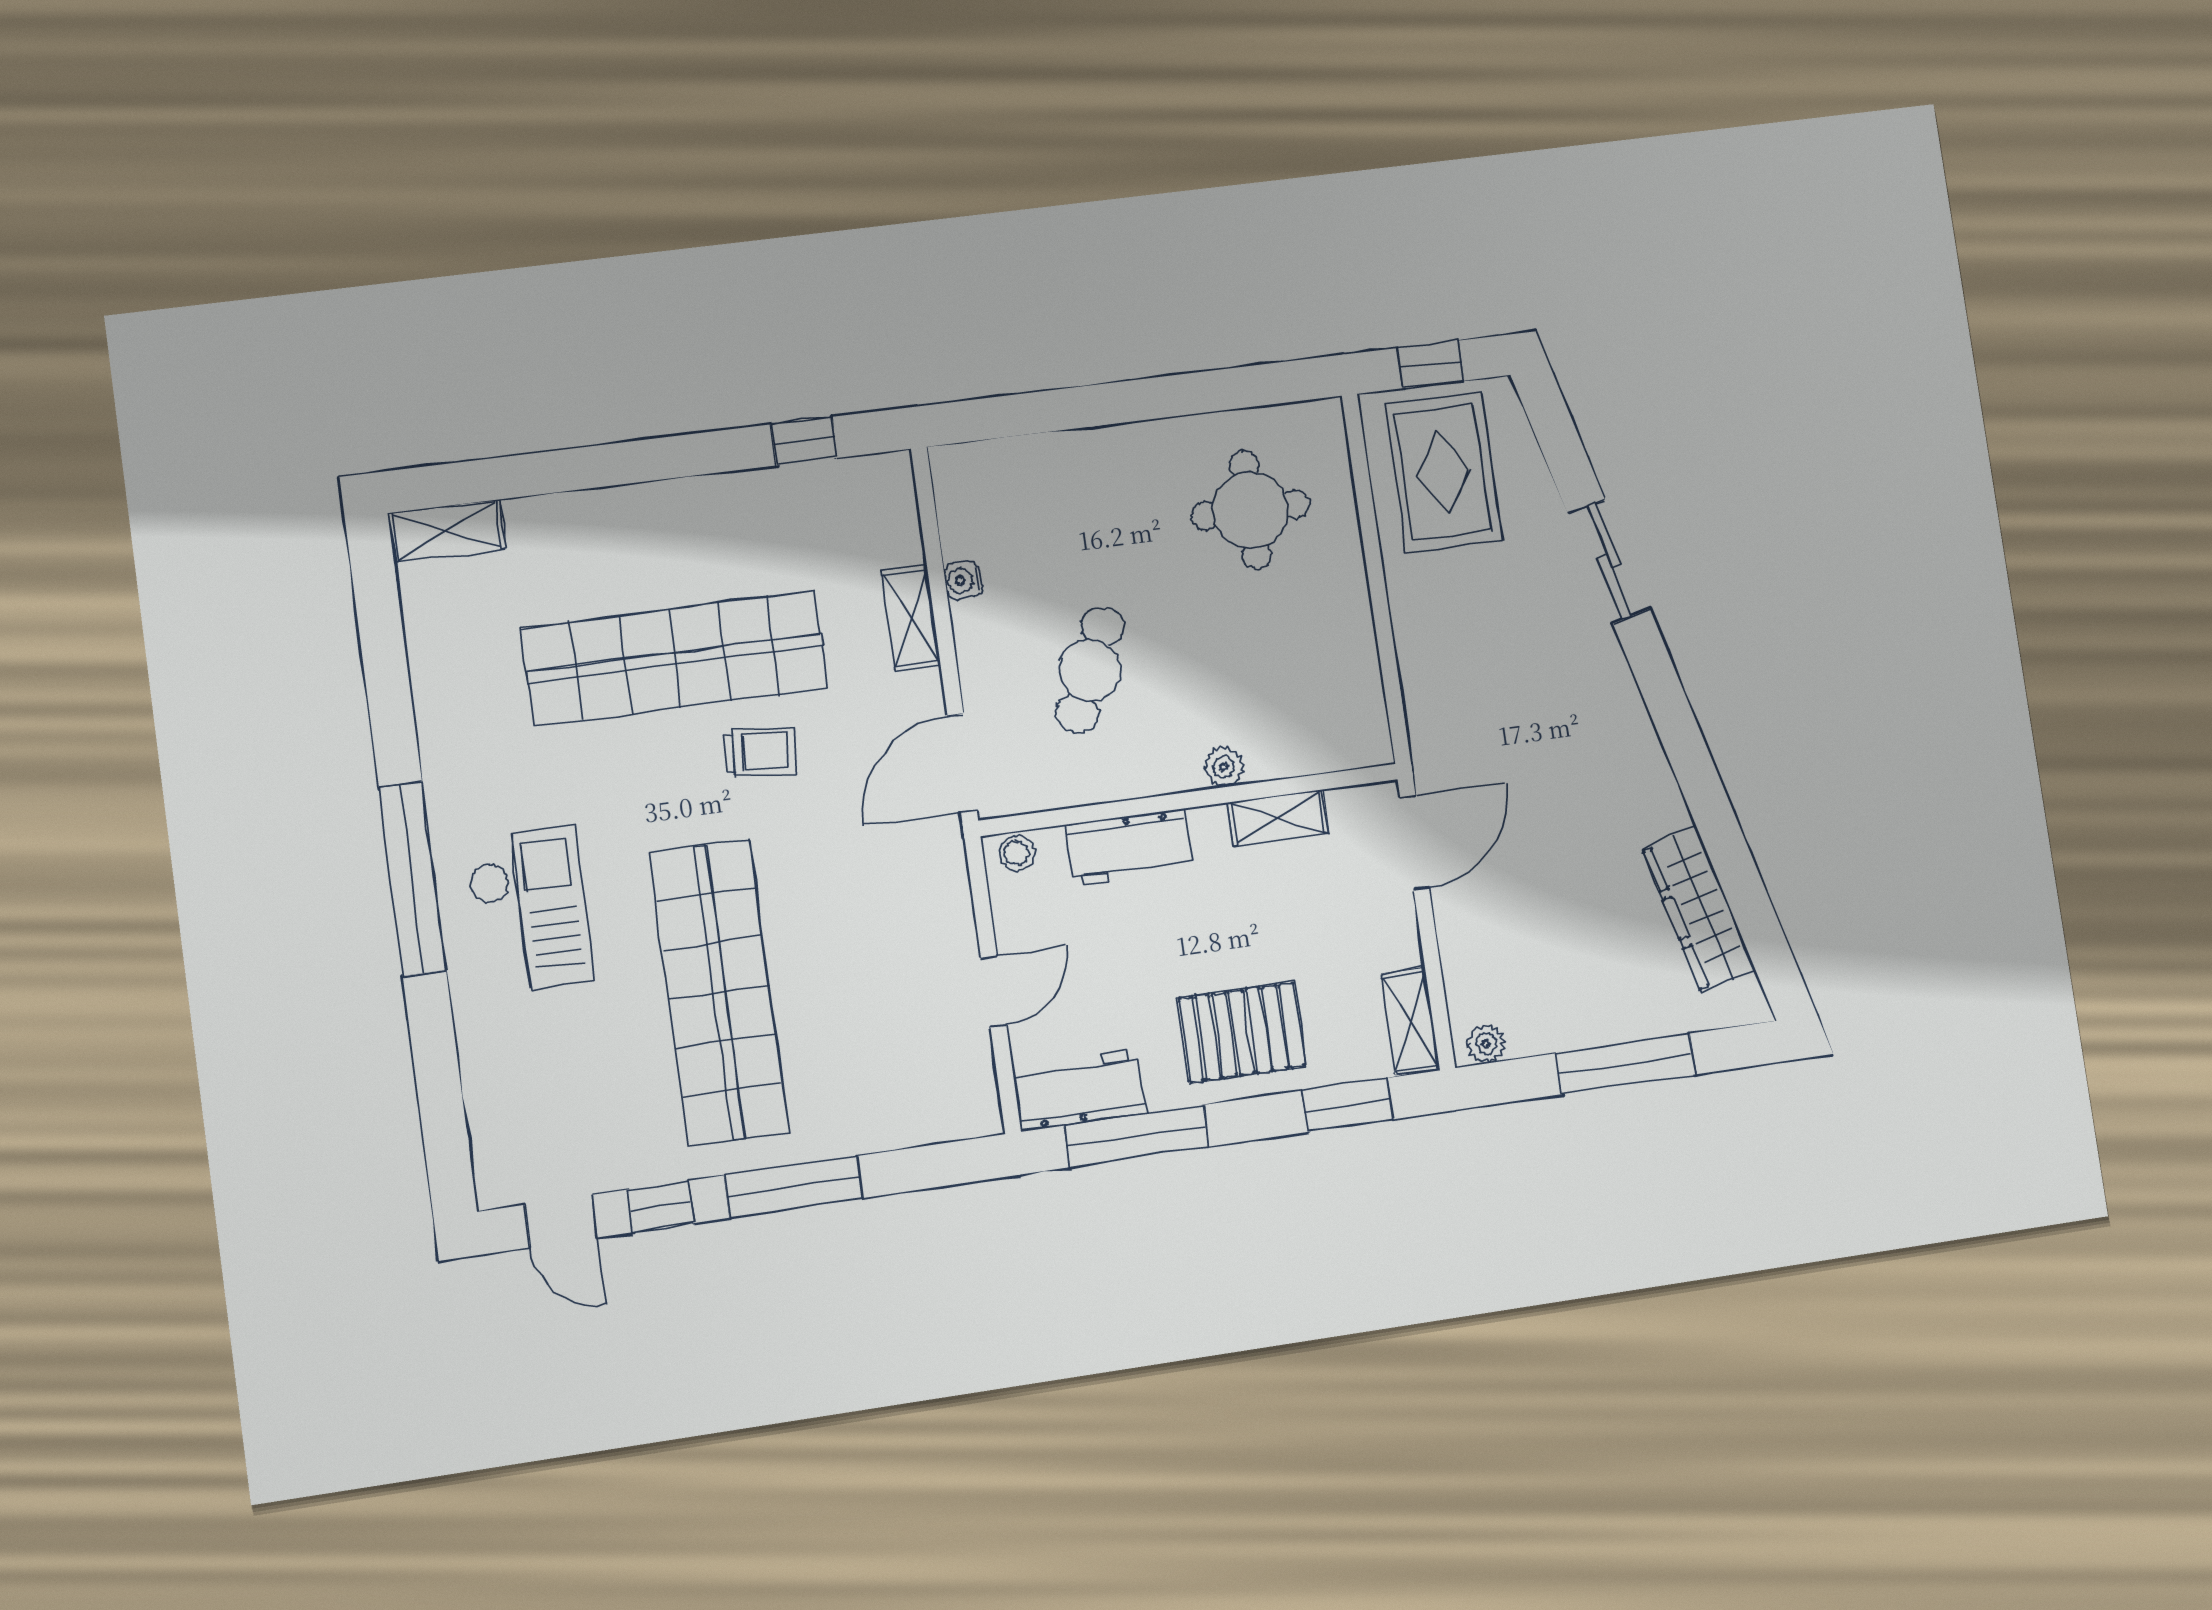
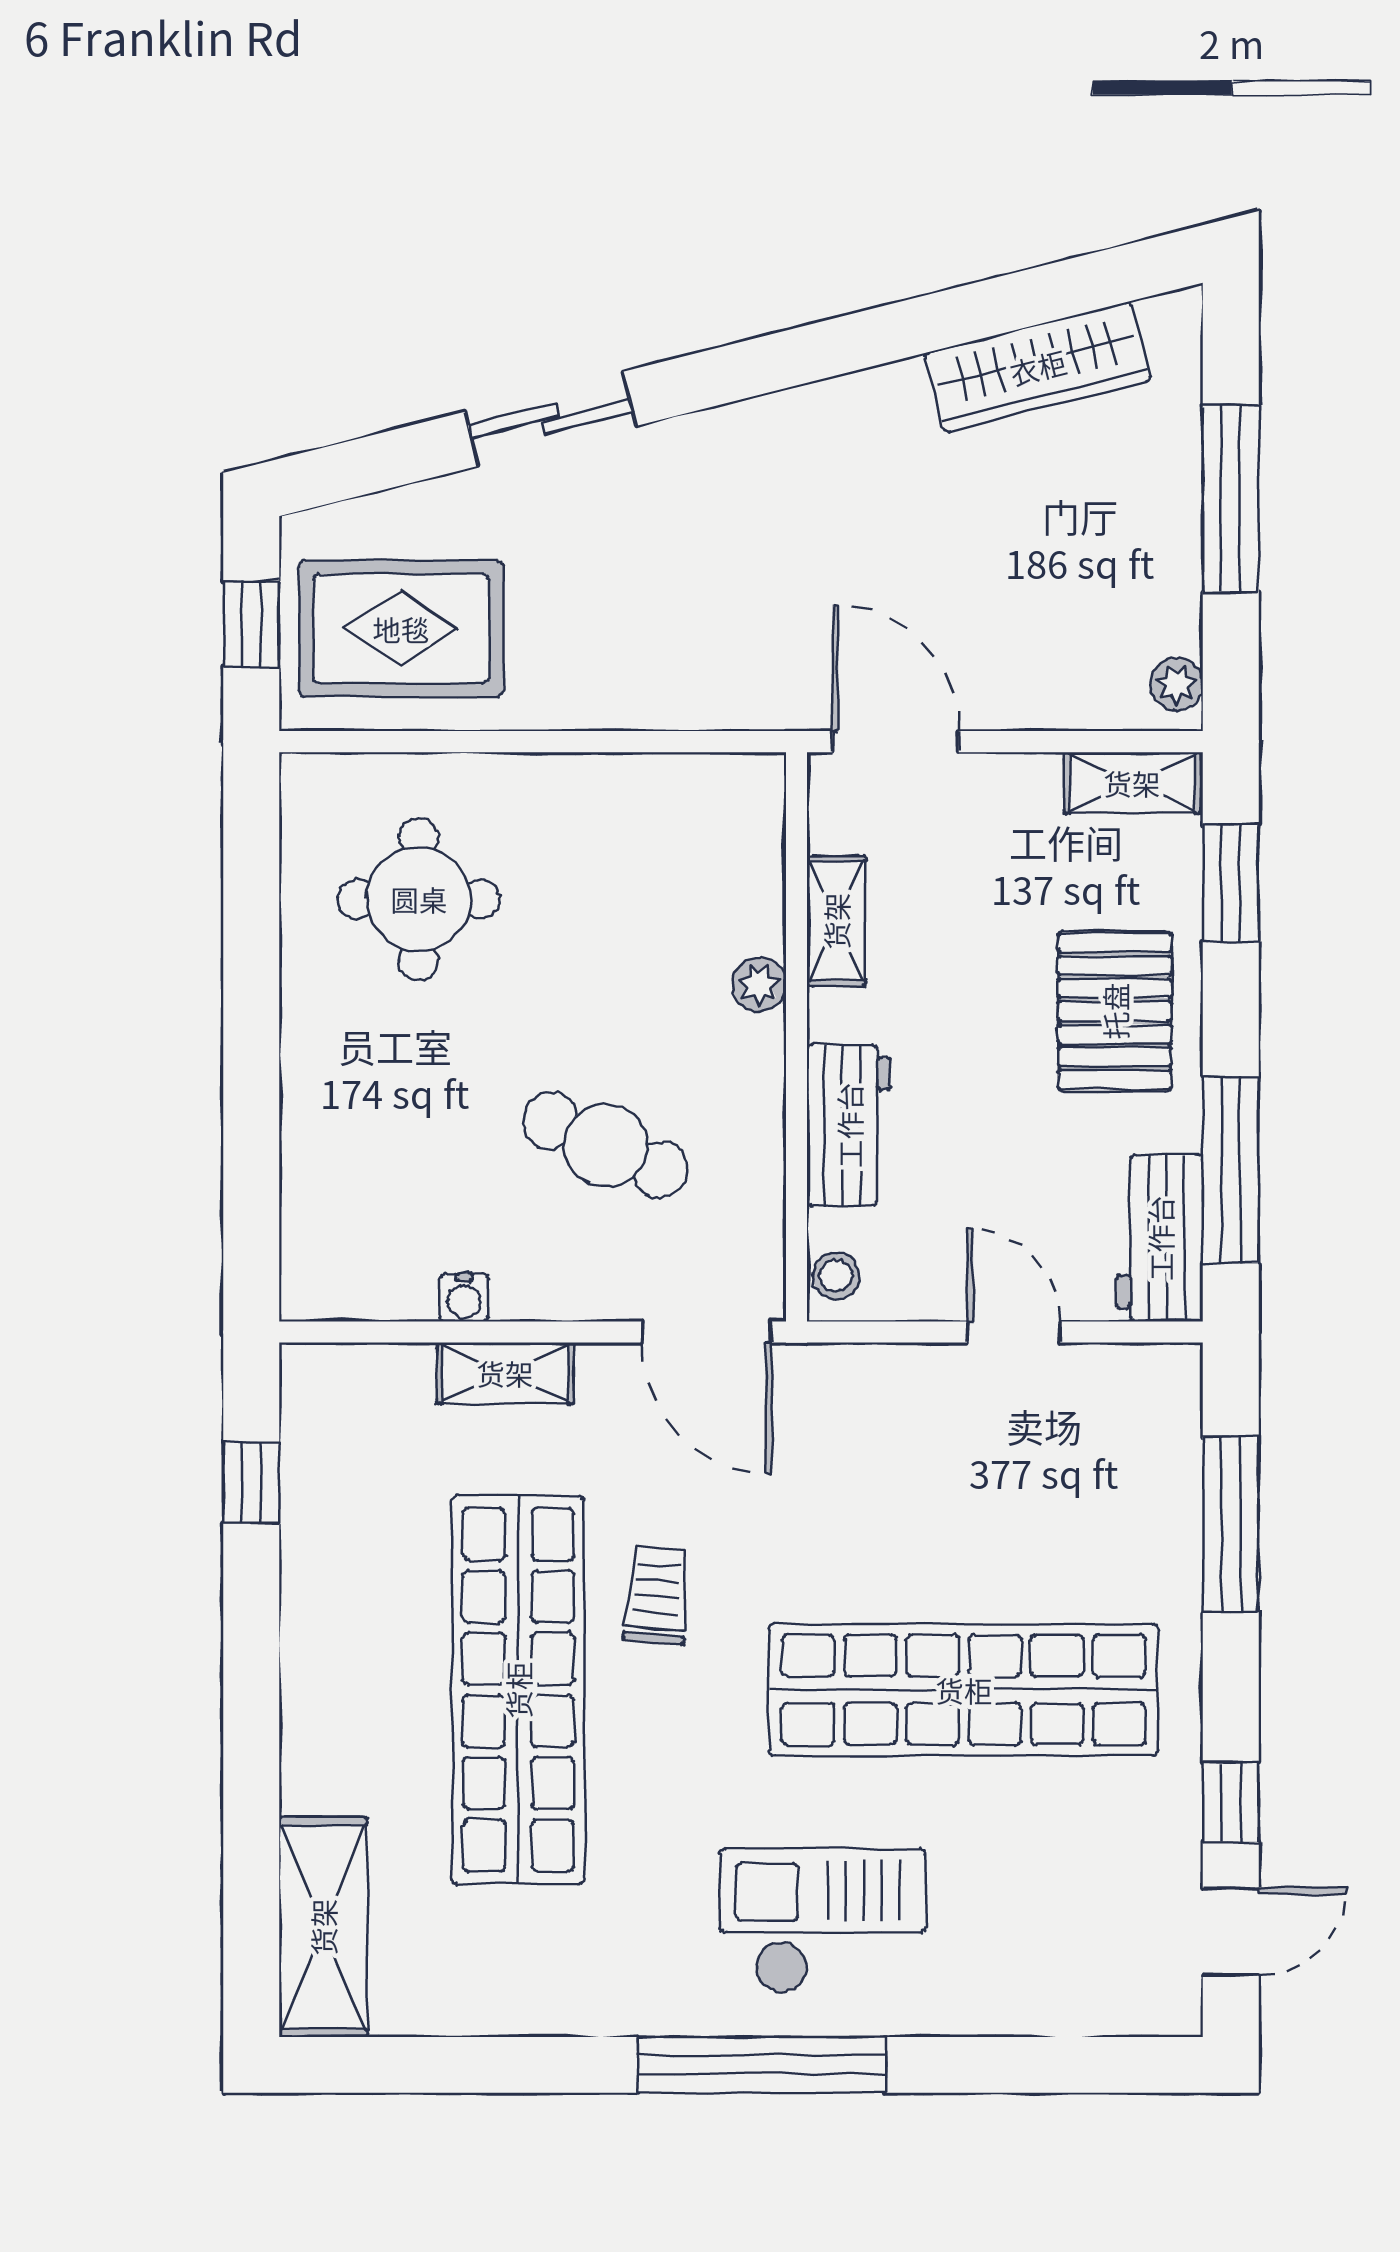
shelving: (447, 531) -> (323, 1927), width x1.50, depth x1.33
window: (793, 1187) -> (1231, 1524), moved

